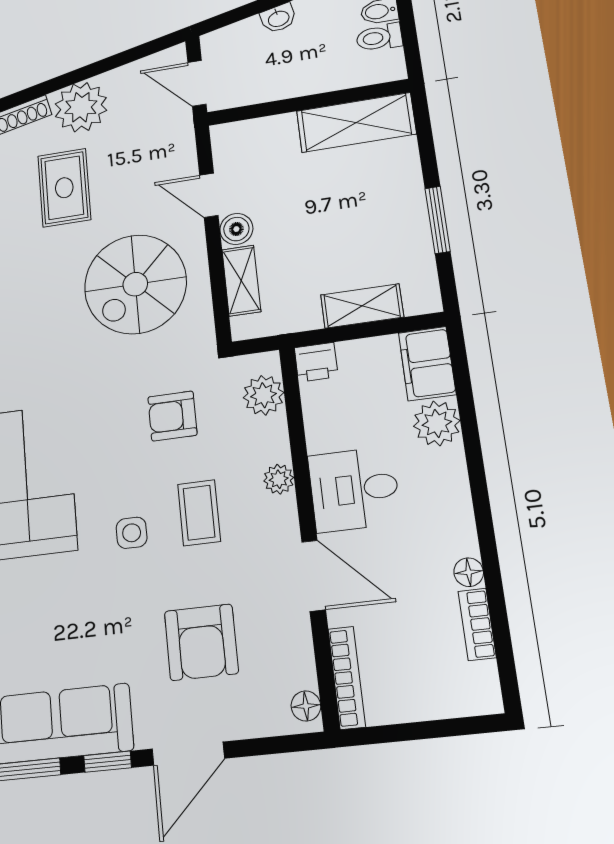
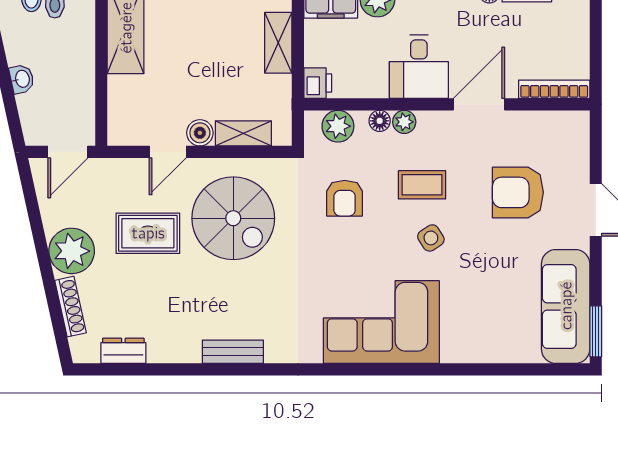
rug: (64, 188) -> (148, 233), moved
side table: (132, 533) -> (431, 238), turned -33
armchair: (201, 642) -> (518, 192), turned 180
floor lamp: (306, 706) -> (380, 121), moved
window: (108, 762) -> (596, 270), removed

